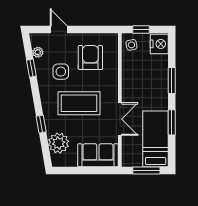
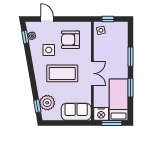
nightstand: (159, 44) -> (101, 114), moved, turned 90
armchair: (90, 58) -> (71, 40), turned -90
window: (31, 68) -> (25, 37), moved
double door: (120, 119) -> (92, 73), moved
window: (41, 124) -> (37, 106), moved

